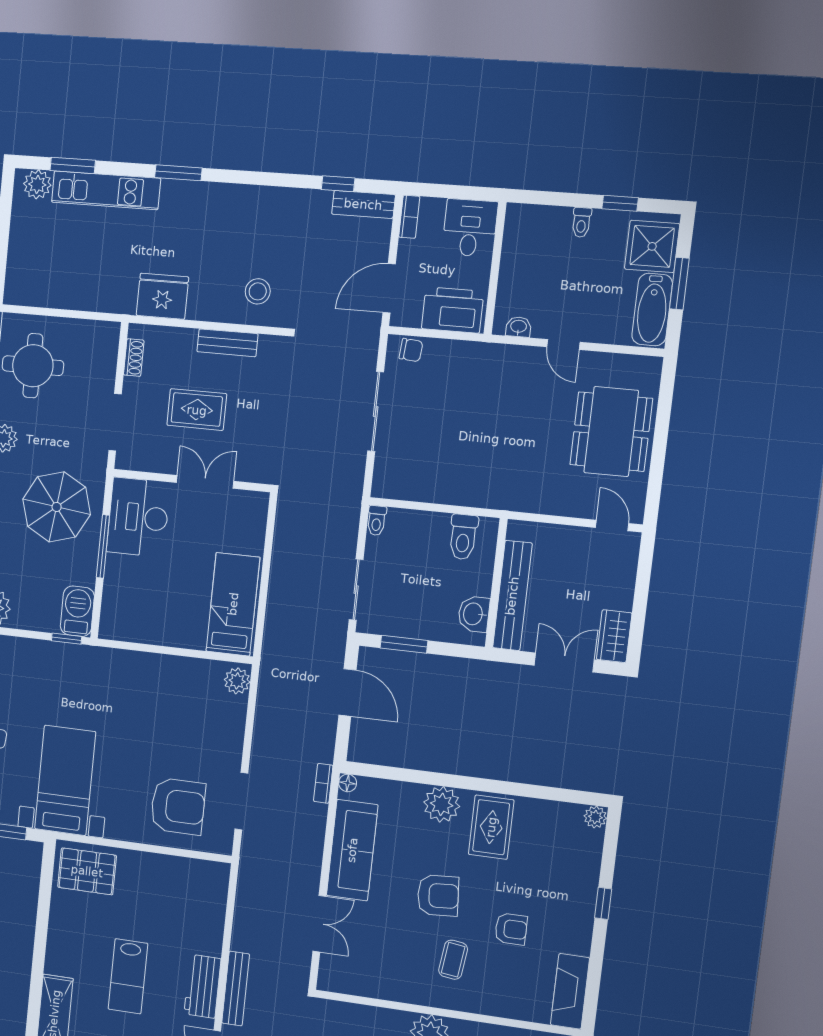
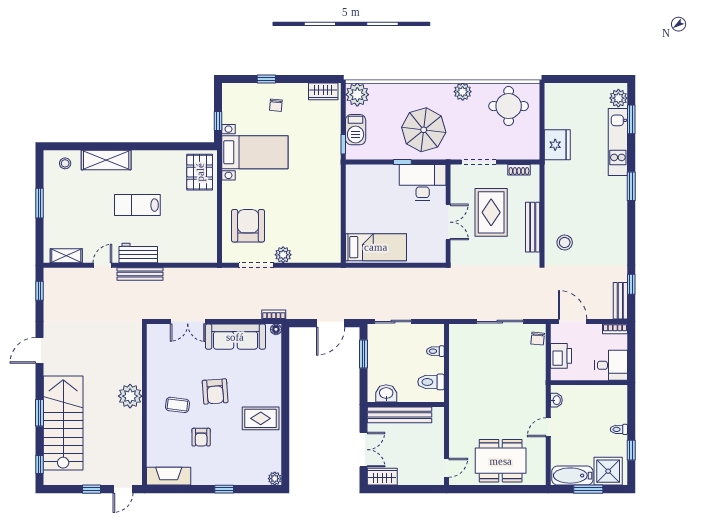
fridge: (162, 296) -> (557, 145), moved
printer: (453, 310) -> (561, 356), width x0.73, depth x0.84
bench: (227, 343) -> (533, 227), width x1.36
rug: (197, 410) -> (491, 212), width x1.36, depth x1.43
toilet: (377, 521) -> (435, 351), moved
window: (103, 546) -> (402, 162), width x0.46
barbecue: (77, 611) -> (356, 130), moved, turned 90
plant: (237, 681) -> (283, 255), moved
plant: (442, 804) -> (270, 387), removed
armchair: (178, 806) -> (248, 226), turned 180

